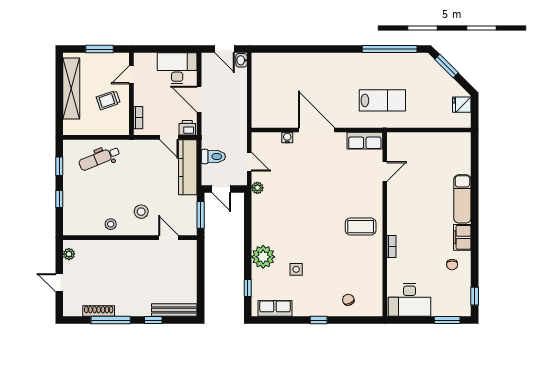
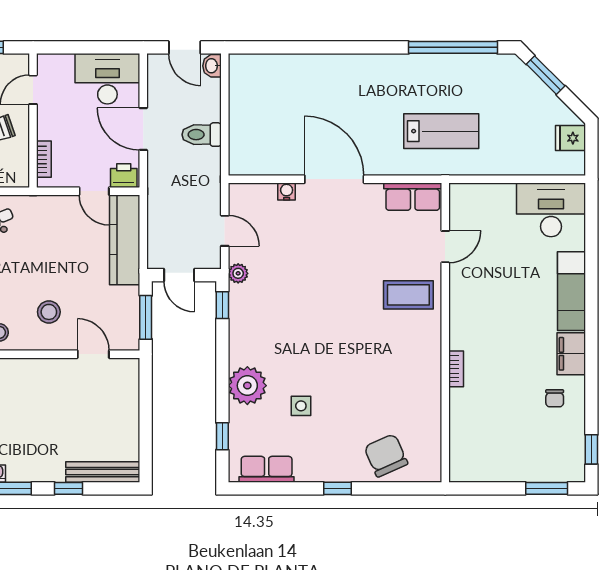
toilet: (213, 156) -> (202, 135), moved, turned 180
window: (248, 207) -> (222, 305), added
coffee table: (361, 227) -> (408, 295), moved
chair: (348, 300) -> (386, 455), width x1.87, depth x1.87
desk: (409, 300) -> (551, 210), moved, turned 180

